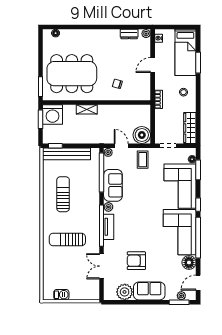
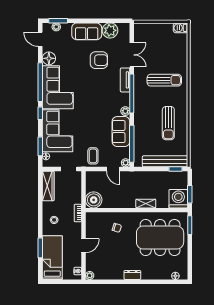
dresser: (129, 34) -> (132, 275), moved
boiler: (142, 135) -> (94, 200), moved
tv unit: (109, 227) -> (125, 80), moved
door: (198, 283) -> (40, 39), swing flipped
barbecue: (61, 295) -> (180, 28), moved

